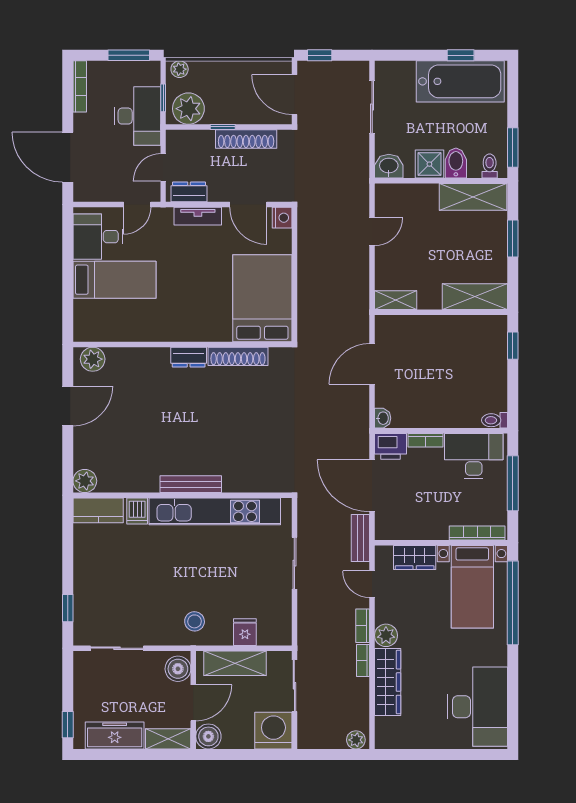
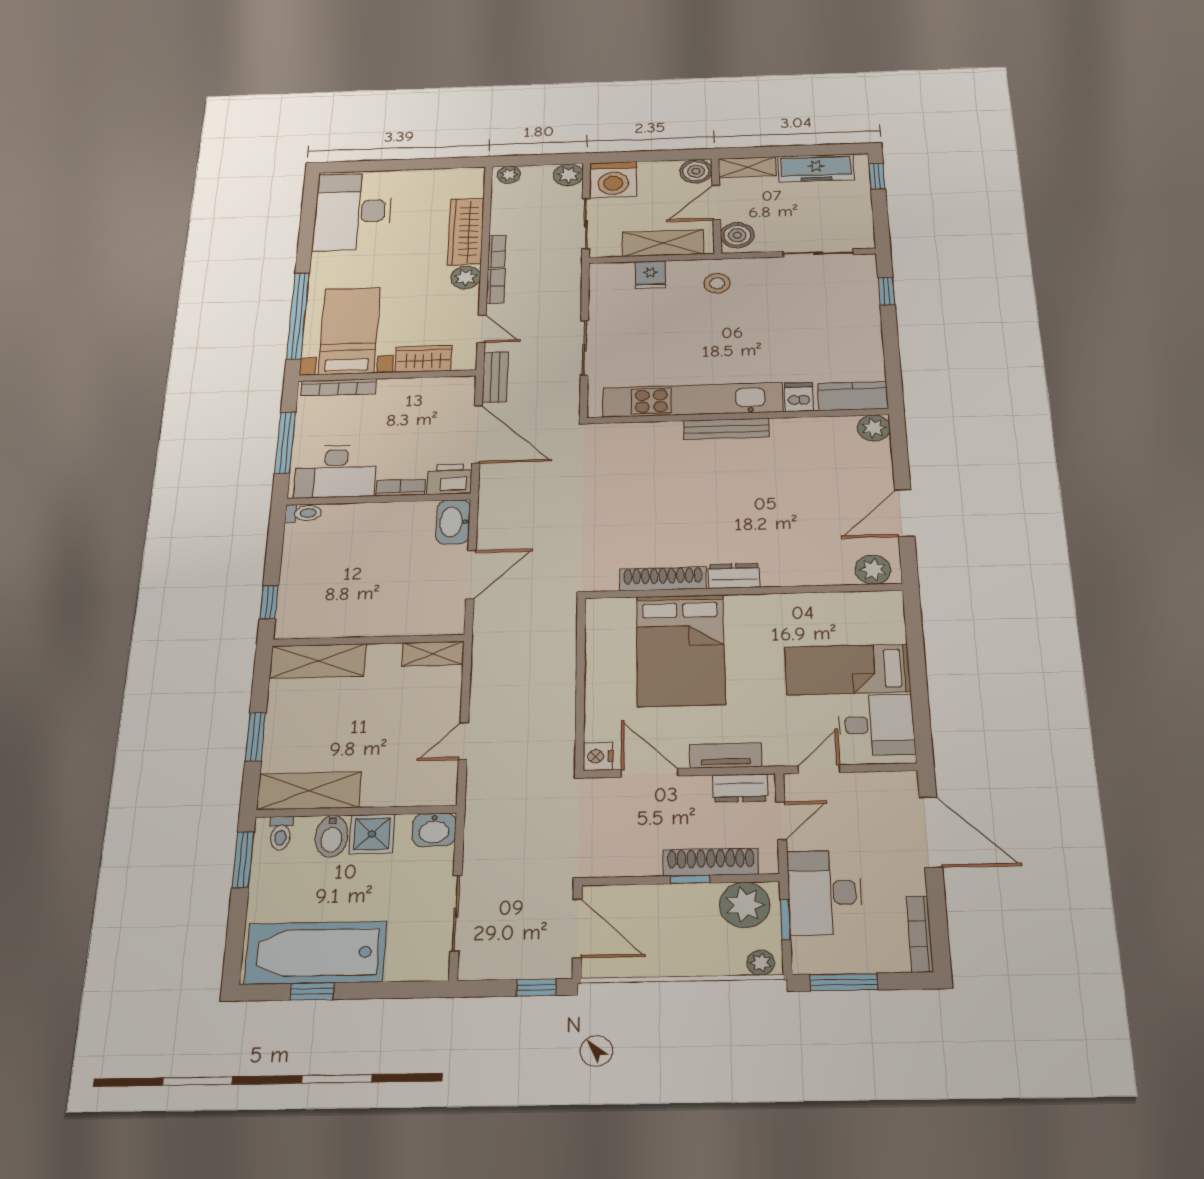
shoe rack: (246, 139) -> (711, 862), moved
bed: (262, 298) -> (681, 650), moved
washbasin: (383, 418) -> (453, 522), width x1.91, depth x1.45
plant: (309, 737) -> (568, 175), added

